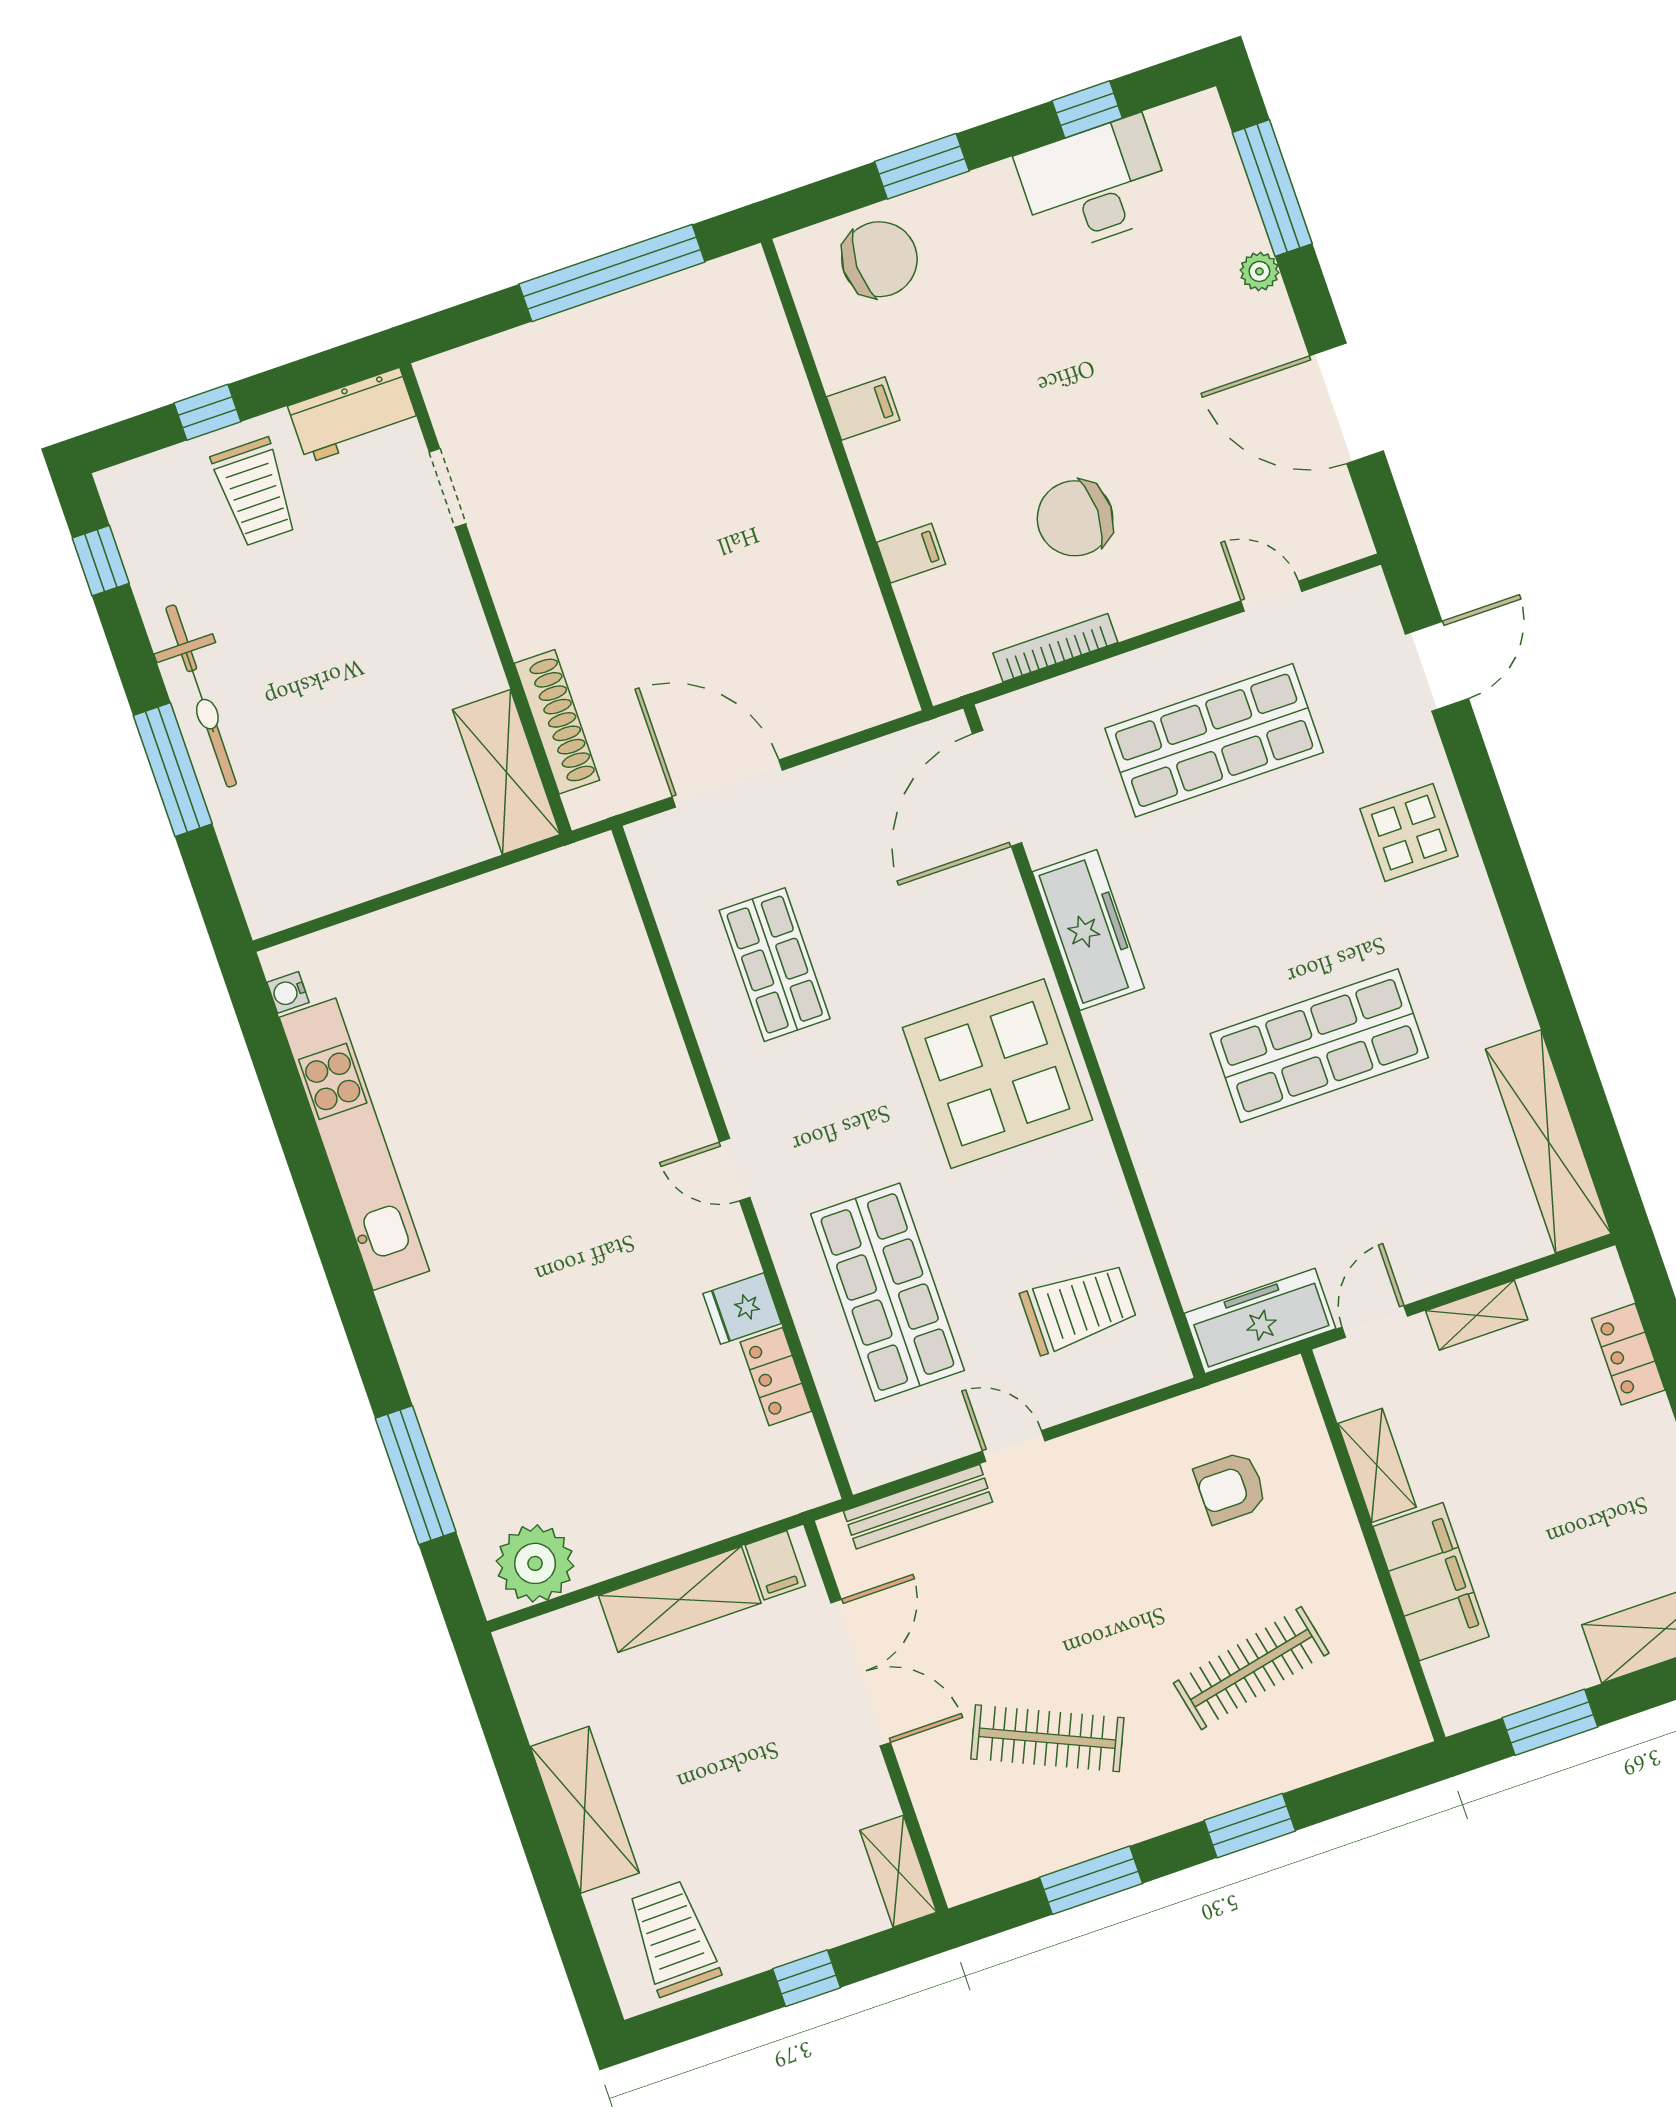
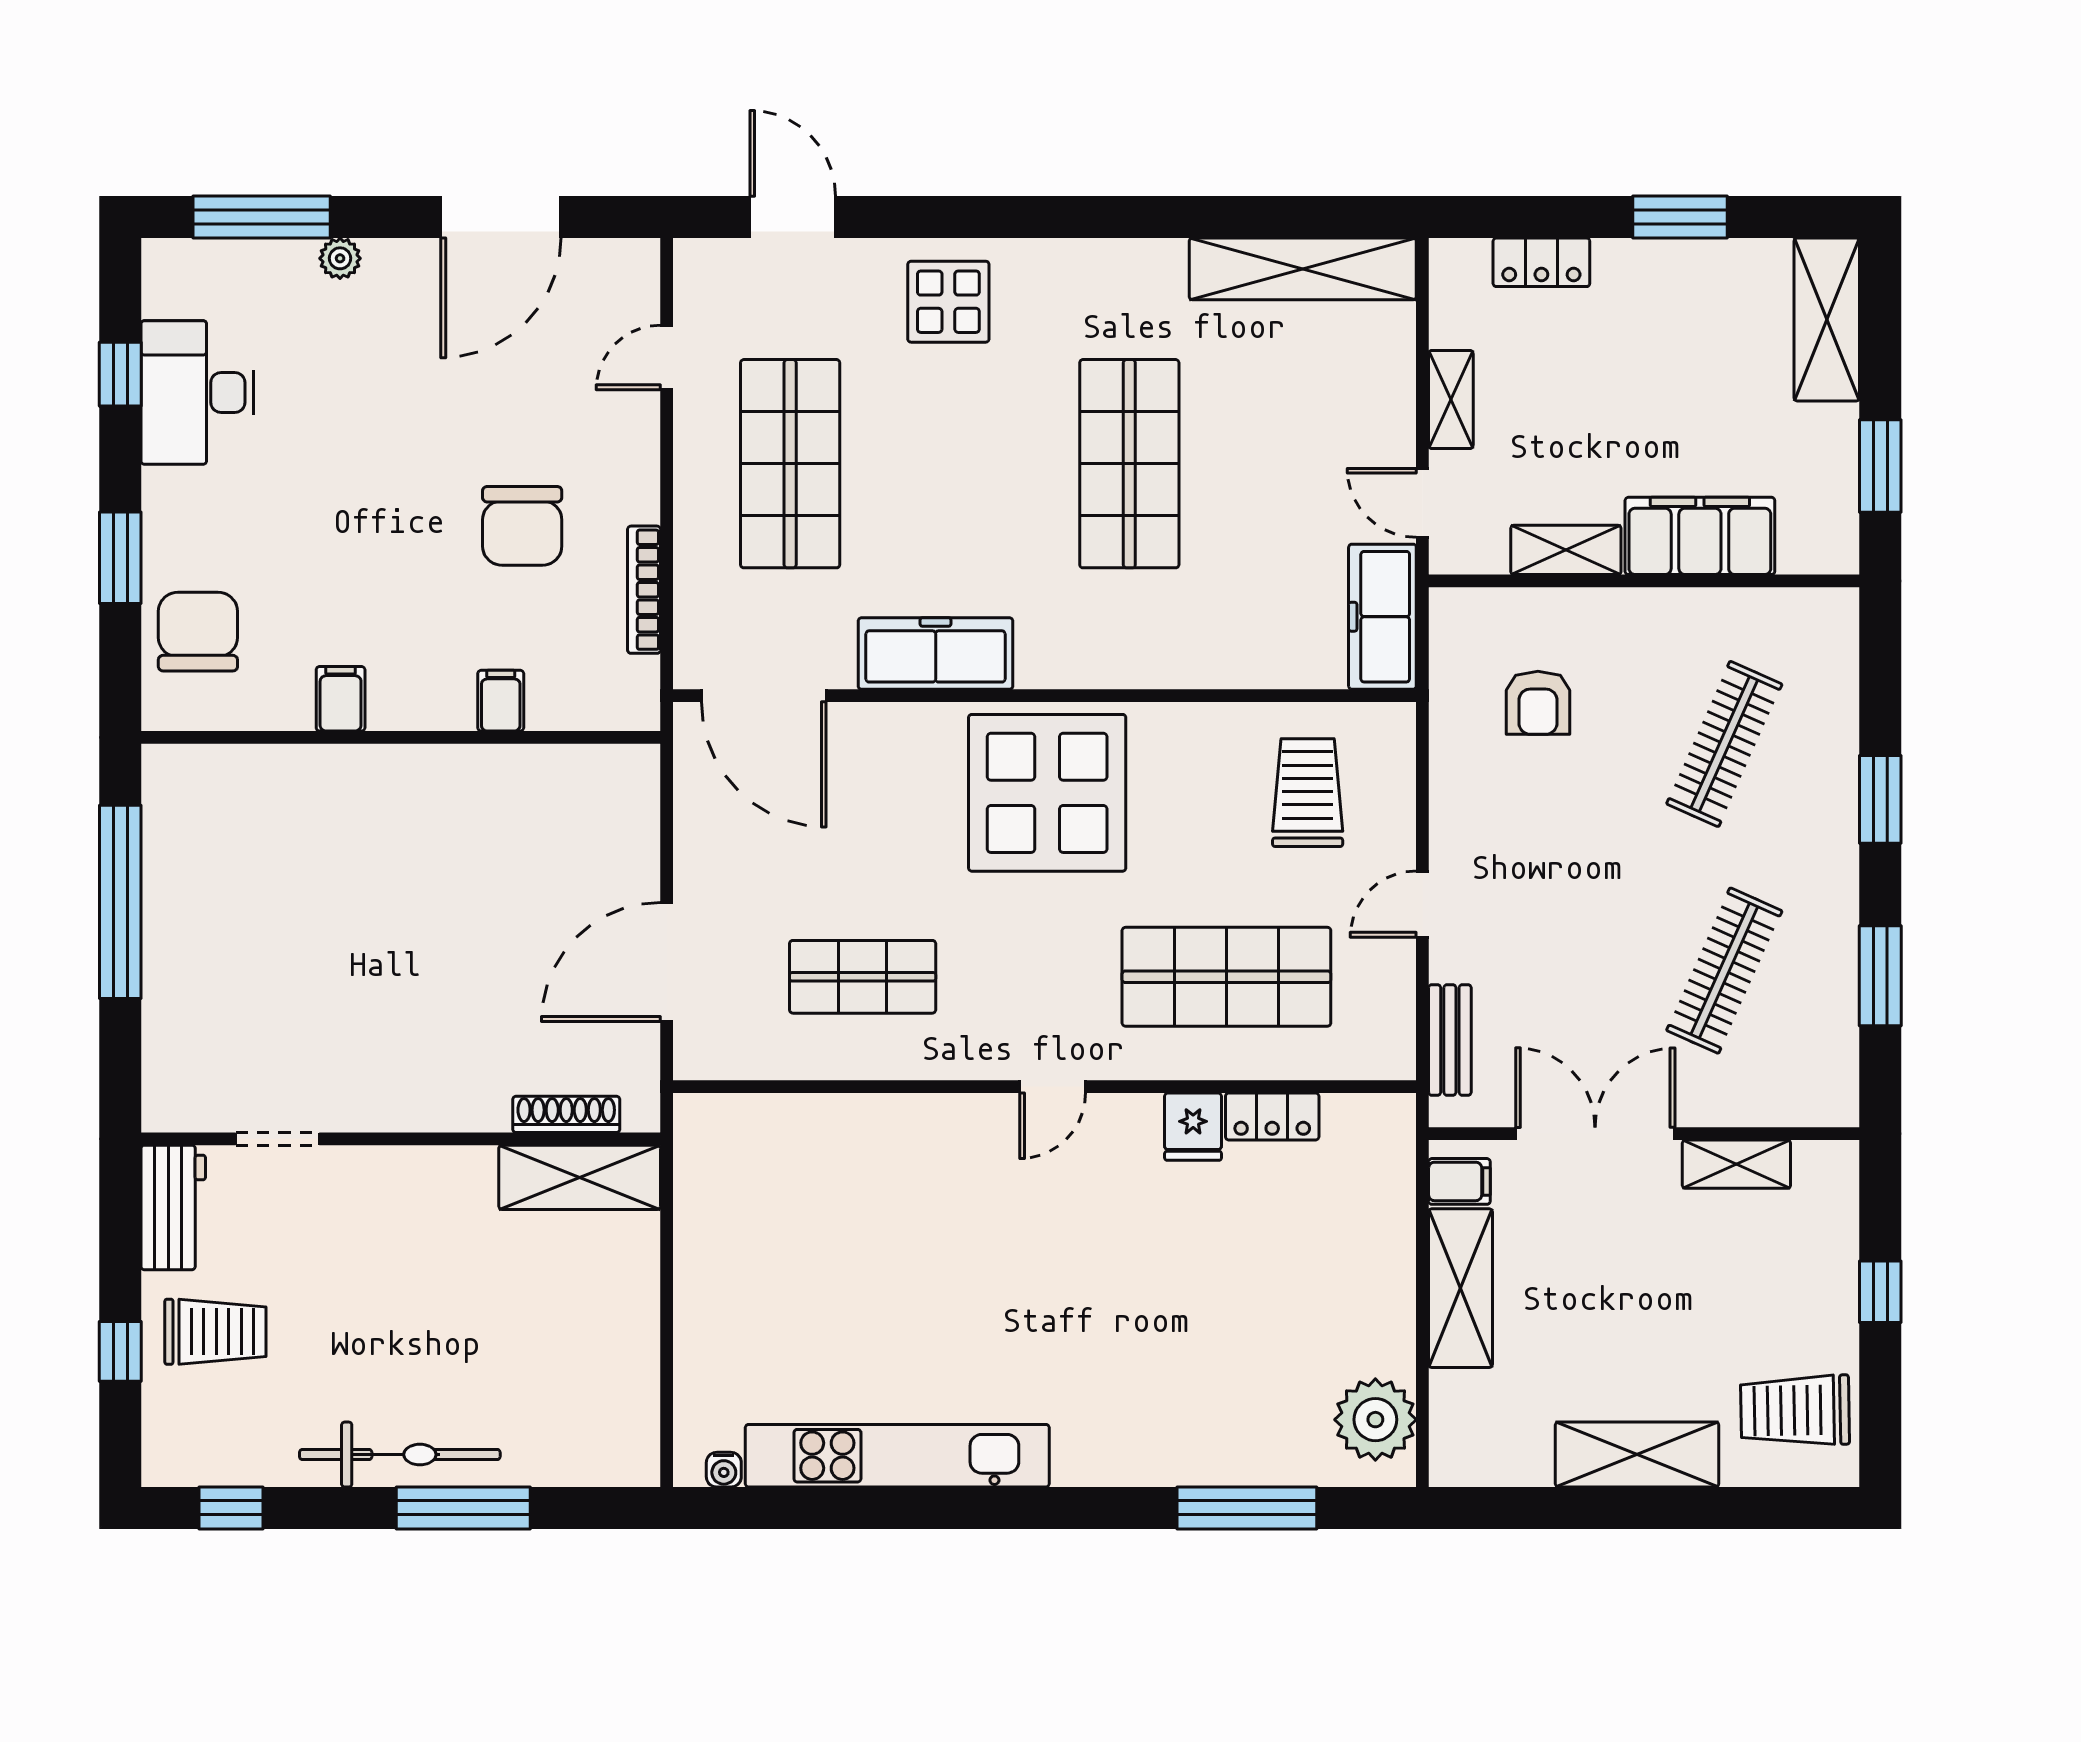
shoe rack: (557, 722) -> (566, 1114), width x0.74, depth x0.81
bench: (918, 1507) -> (1450, 1040), width x0.73
clothes rail: (1251, 1668) -> (1724, 744), turned 36
shelving: (898, 1871) -> (1736, 1164), moved

